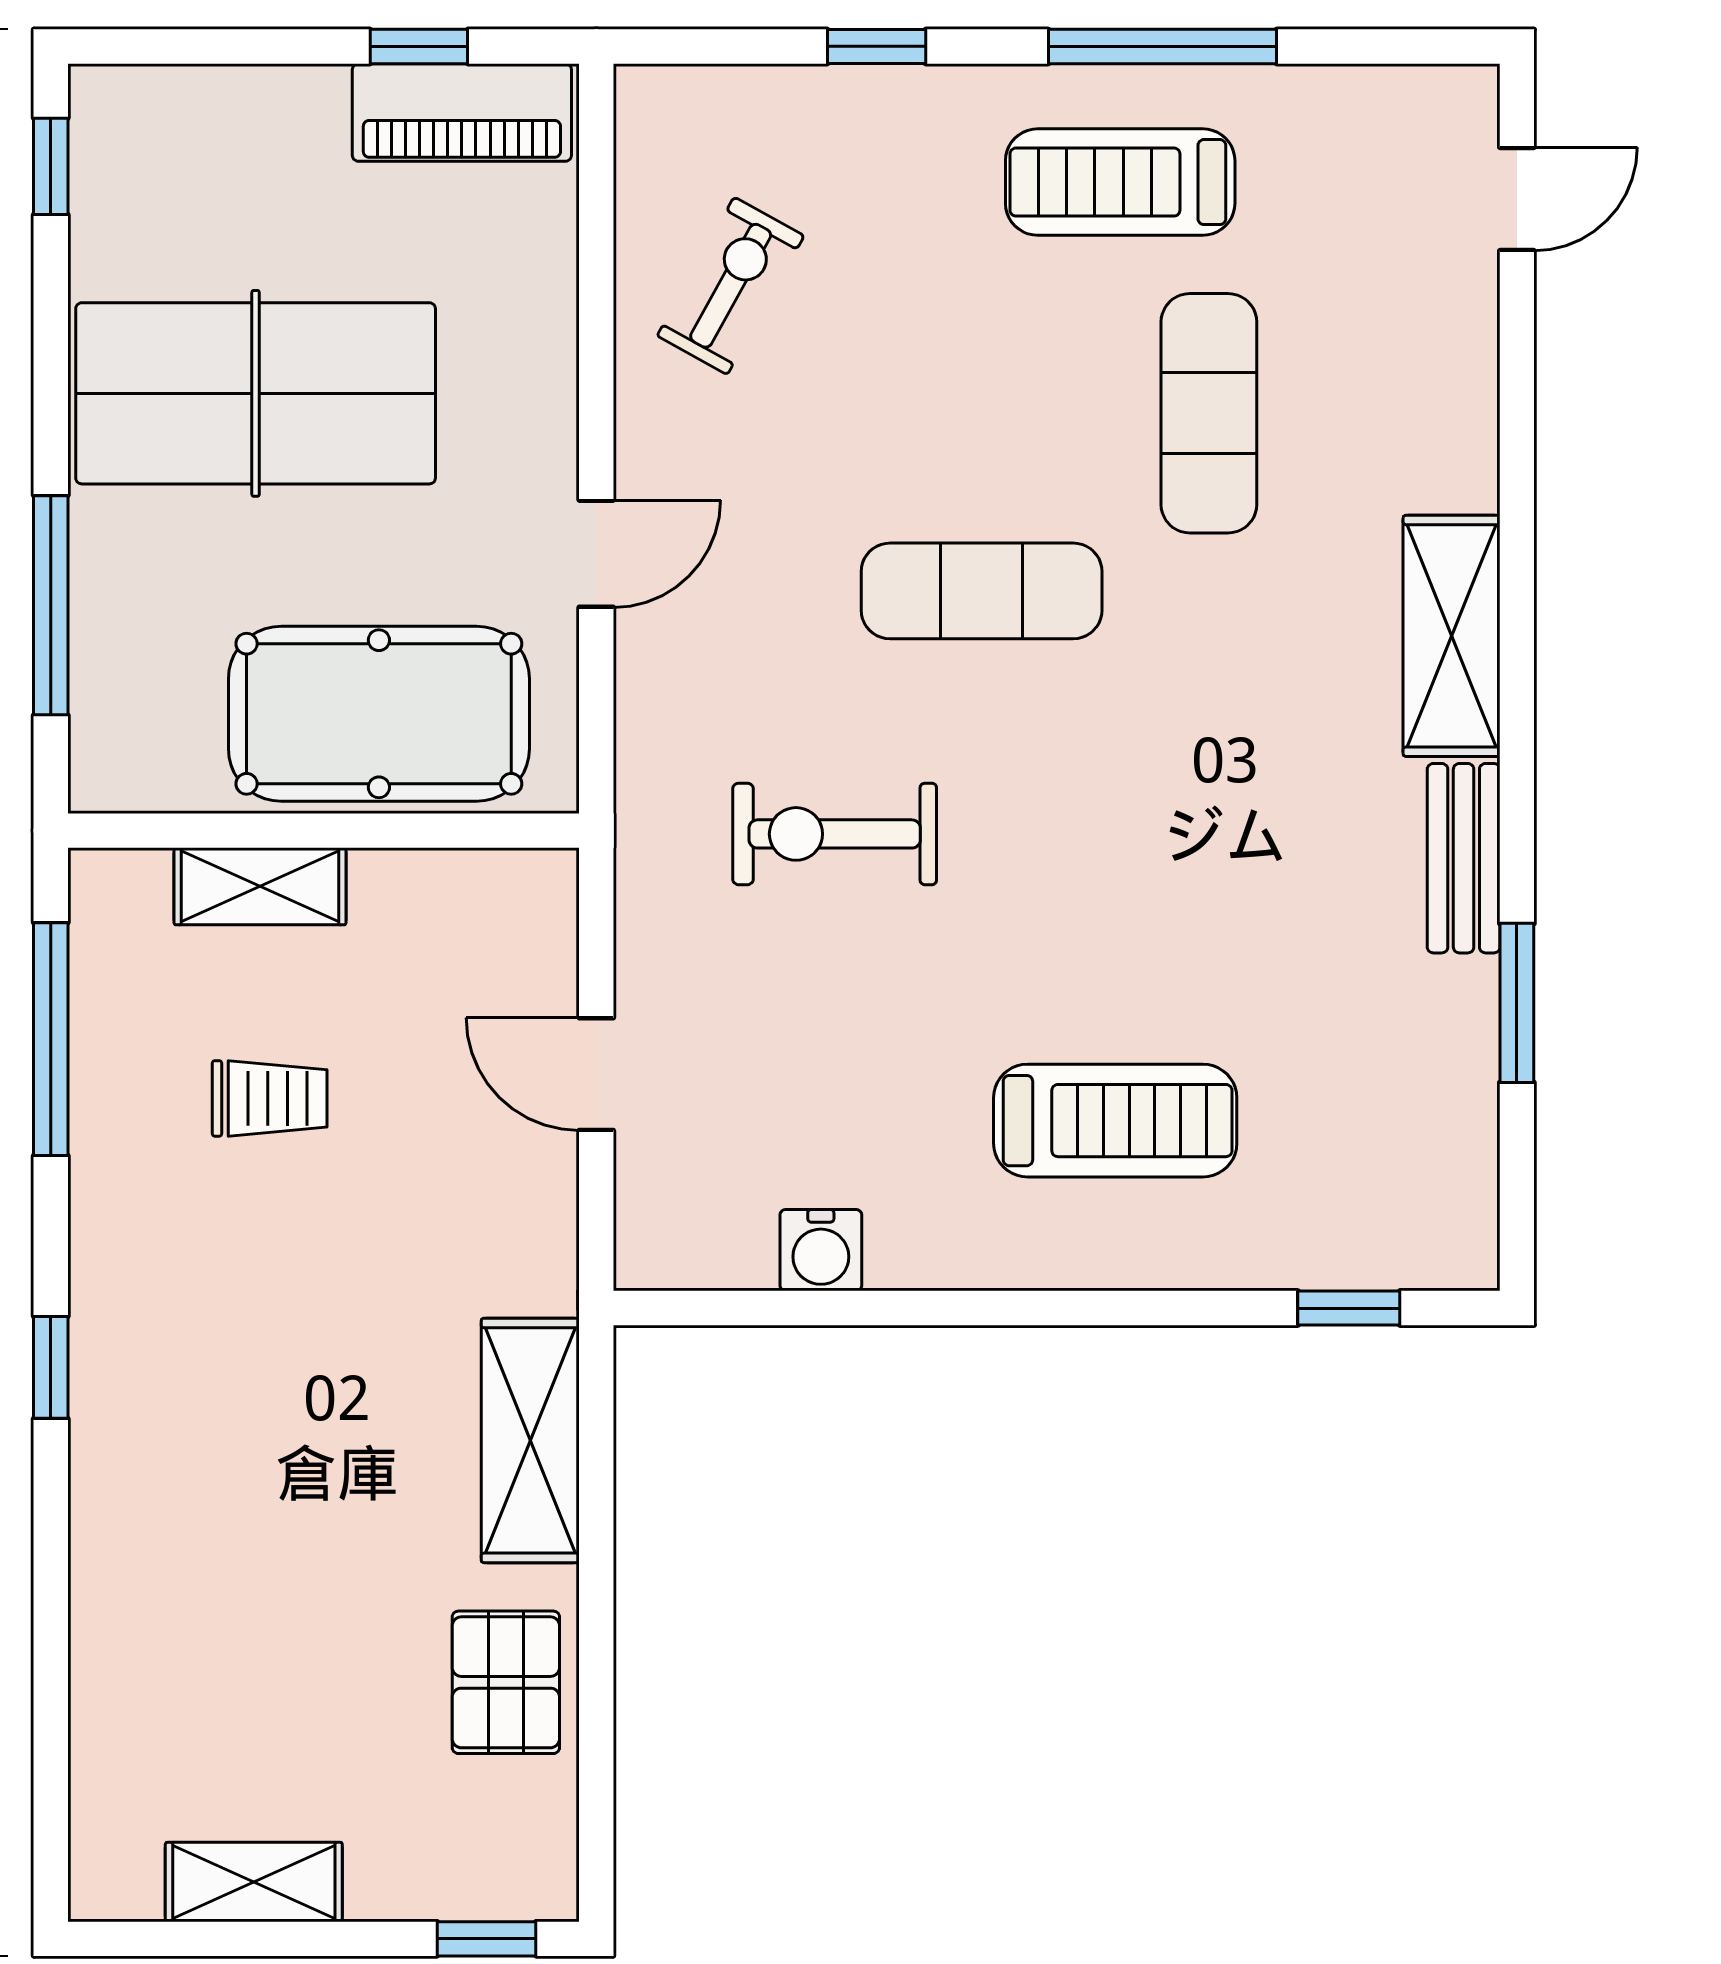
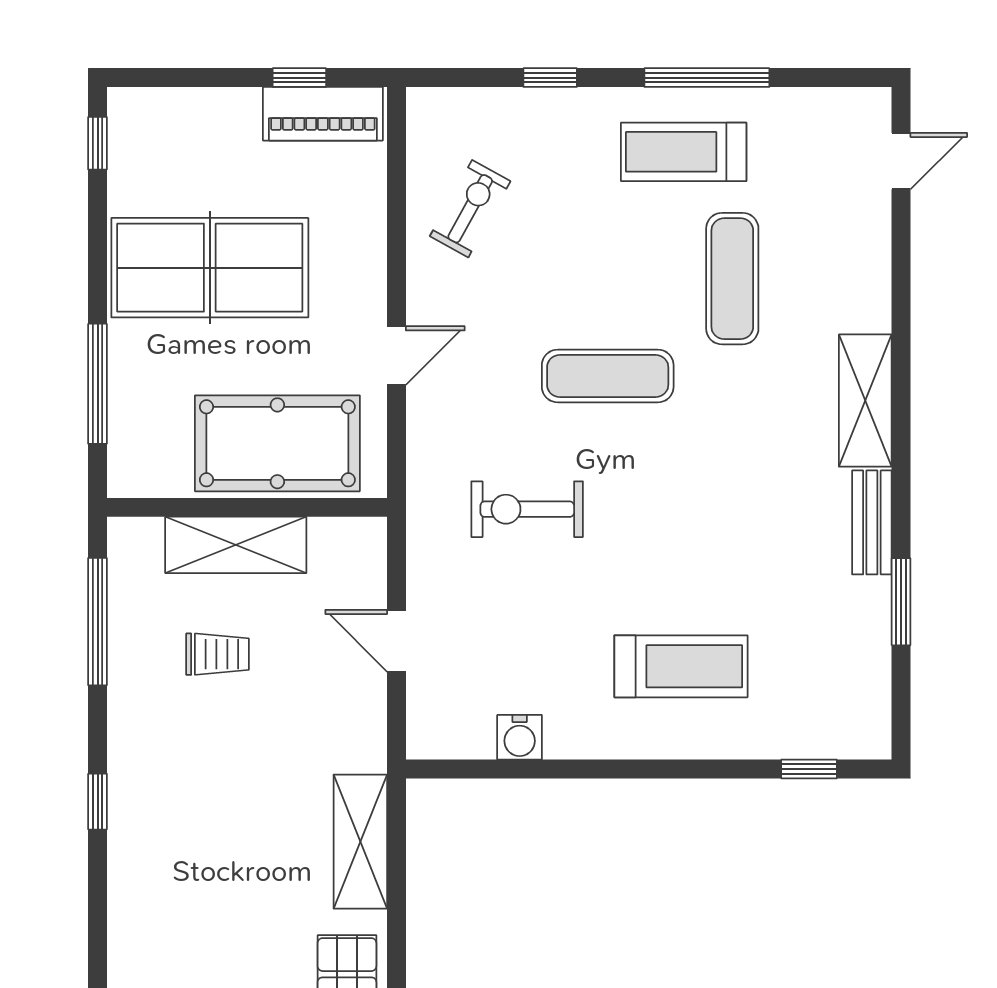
shelving: (260, 886) -> (236, 545), width x1.50, depth x1.33

